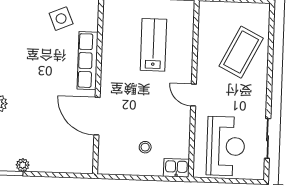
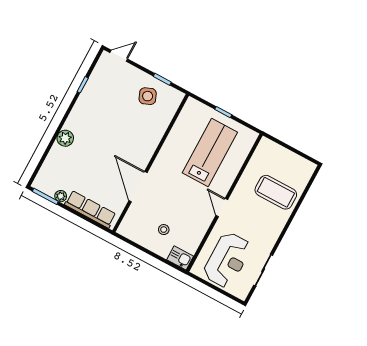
lab bench: (153, 45) -> (210, 153), width x1.36, depth x1.39
coffee table: (241, 52) -> (276, 192), turned 63
row of seats: (88, 61) -> (90, 209), moved, turned 90

